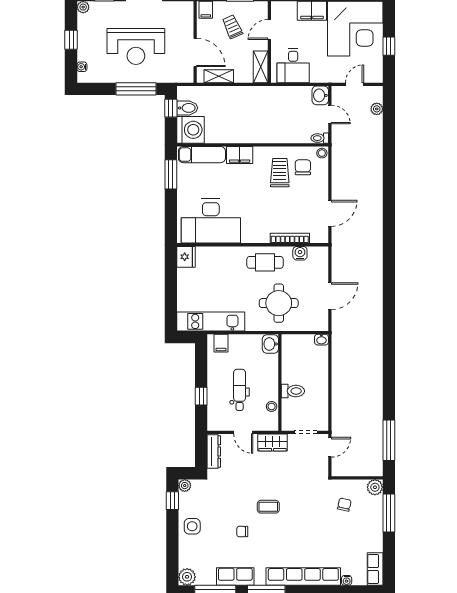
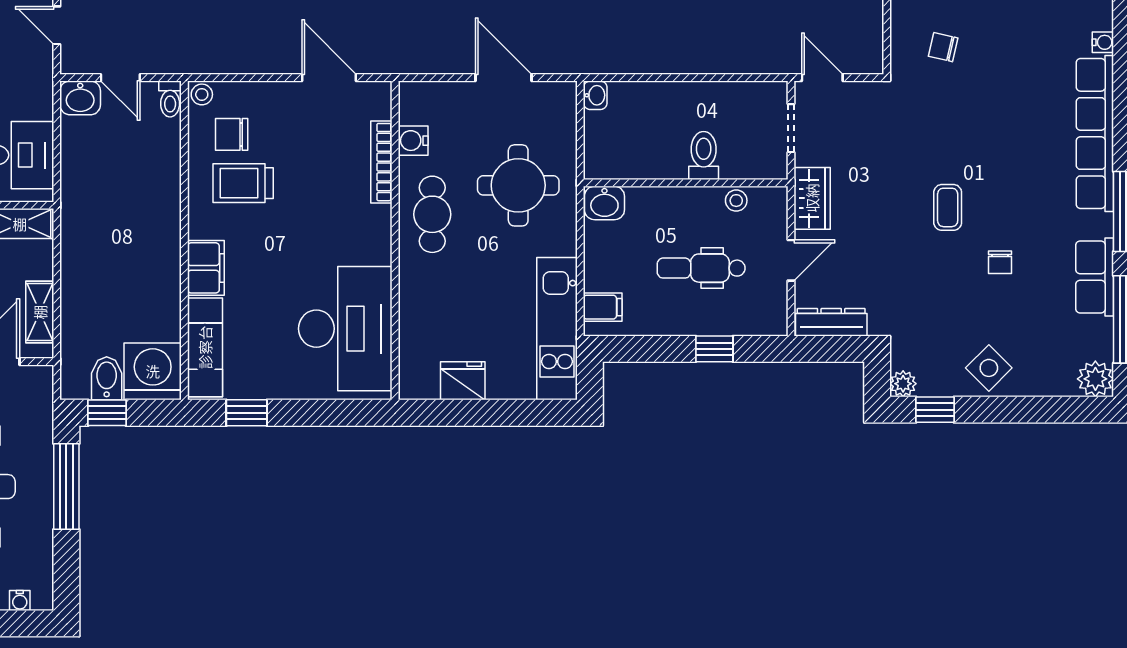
door: (330, 114) -> (120, 78), swing flipped
window: (171, 174) -> (247, 413), width x0.67
fridge: (186, 257) -> (463, 381), moved
side table: (192, 526) -> (989, 368), turned 45

